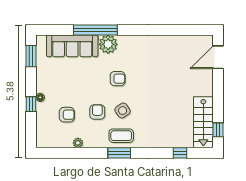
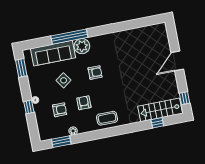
door: (218, 57) -> (177, 61), moved
side table: (123, 111) -> (64, 80), moved
stairs: (203, 122) -> (160, 110), moved, turned 90
window: (119, 153) -> (61, 142), moved

